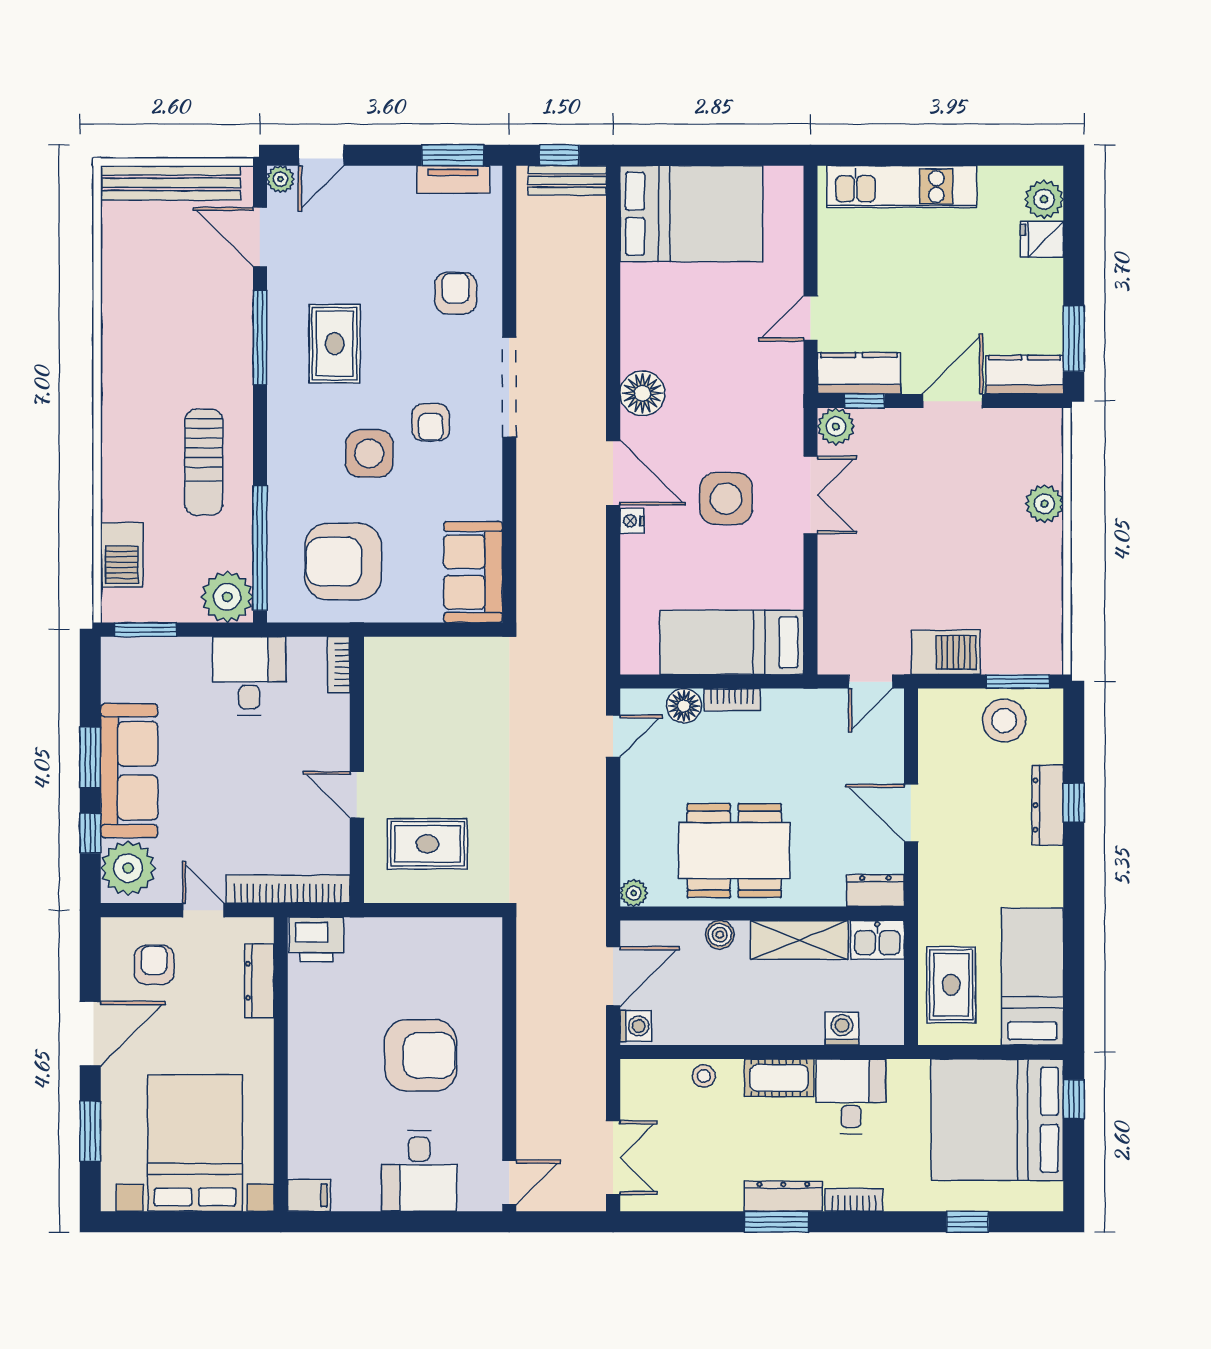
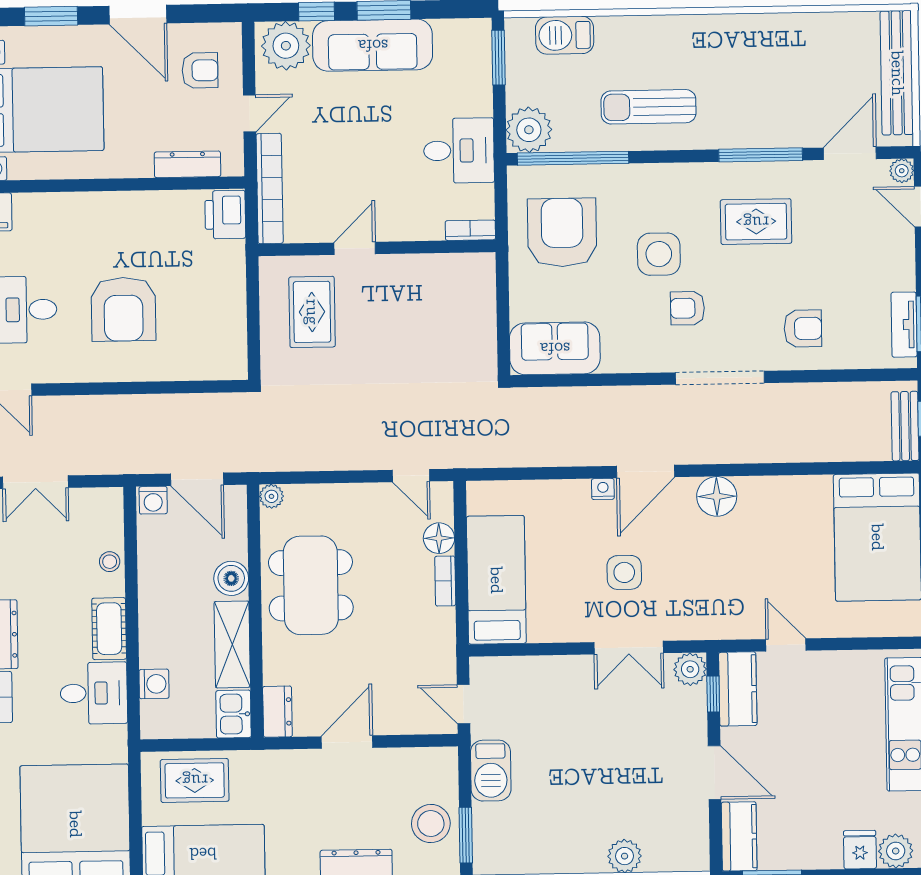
side table: (726, 499) -> (624, 572), width x0.73, depth x0.73
boiler: (720, 935) -> (231, 578), width x1.36, depth x1.36

